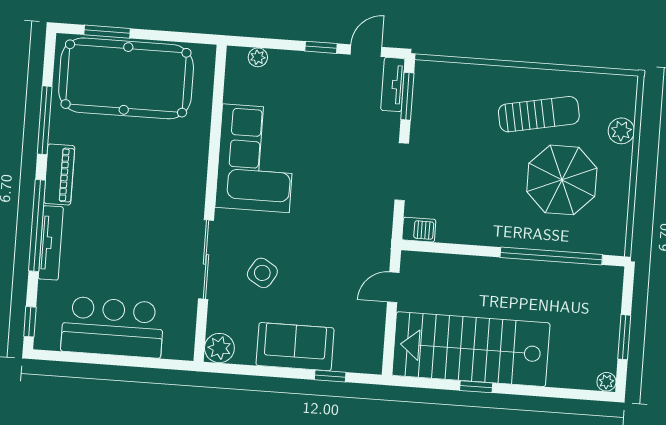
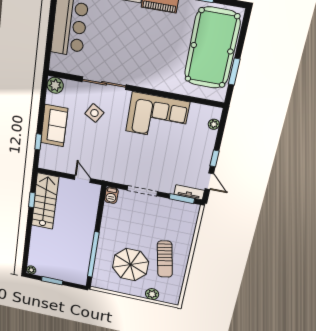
window: (107, 32) -> (234, 72), moved
stairs: (471, 349) -> (45, 201), width x0.73, depth x0.66
window: (476, 387) -> (32, 200), moved

